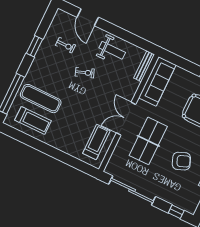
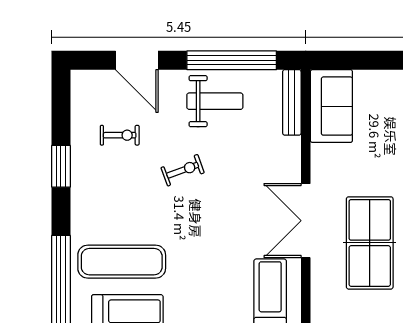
window: (127, 36) -> (232, 60), added
sofa: (157, 81) -> (331, 106), width x0.73

